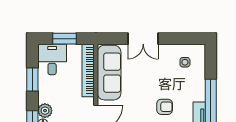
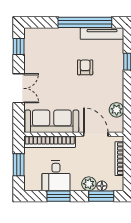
window: (186, 39) -> (19, 47), added
desk: (52, 59) -> (56, 176), moved, turned -90
side table: (185, 62) -> (42, 48), removed

